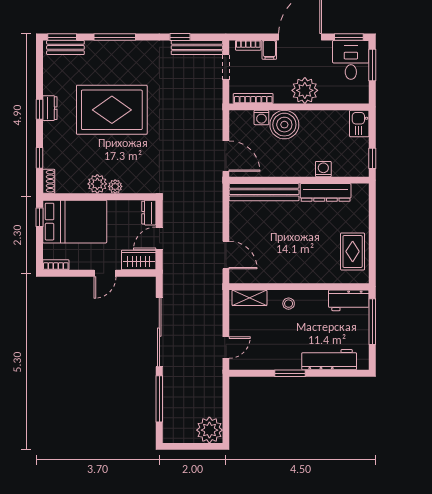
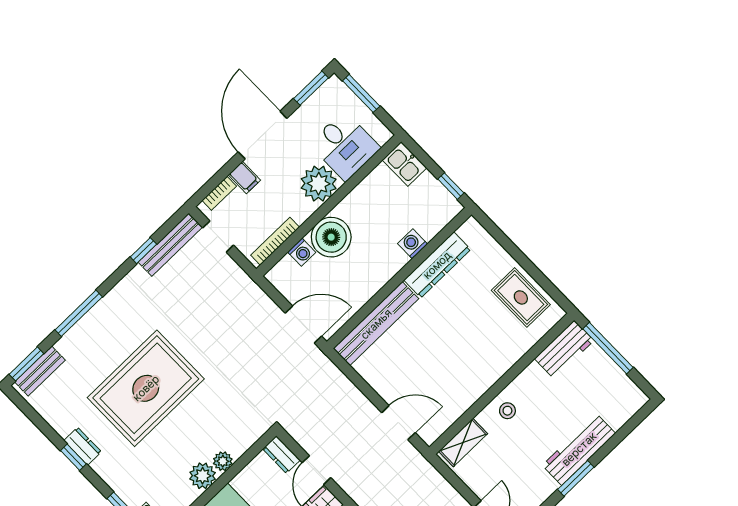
desk: (351, 60) -> (345, 146), moved, turned 180
workbench: (329, 360) -> (579, 449), moved

